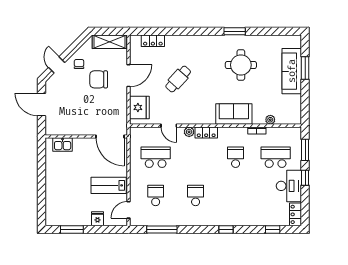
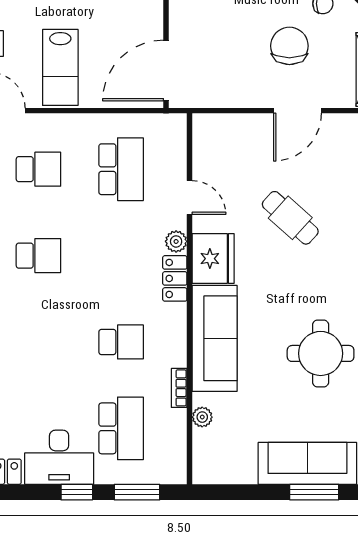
door: (129, 76) -> (298, 111), hinge flipped
fridge: (139, 107) -> (213, 259), moved, turned -90
sofa: (234, 114) -> (215, 338), width x1.36
door: (169, 126) -> (190, 198), swing flipped
lab bench: (109, 185) -> (60, 67), turned 180

